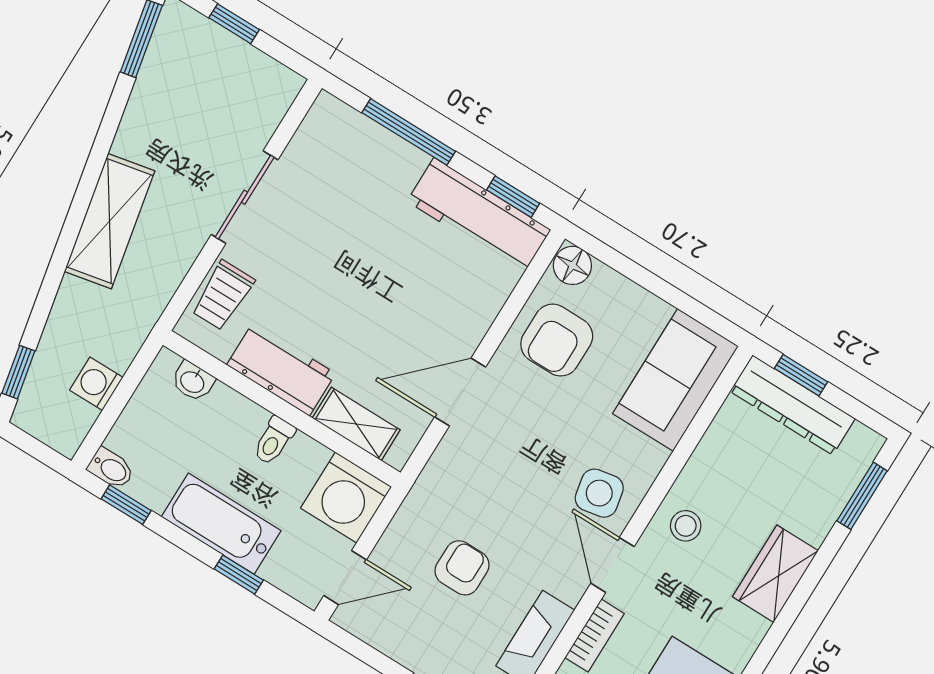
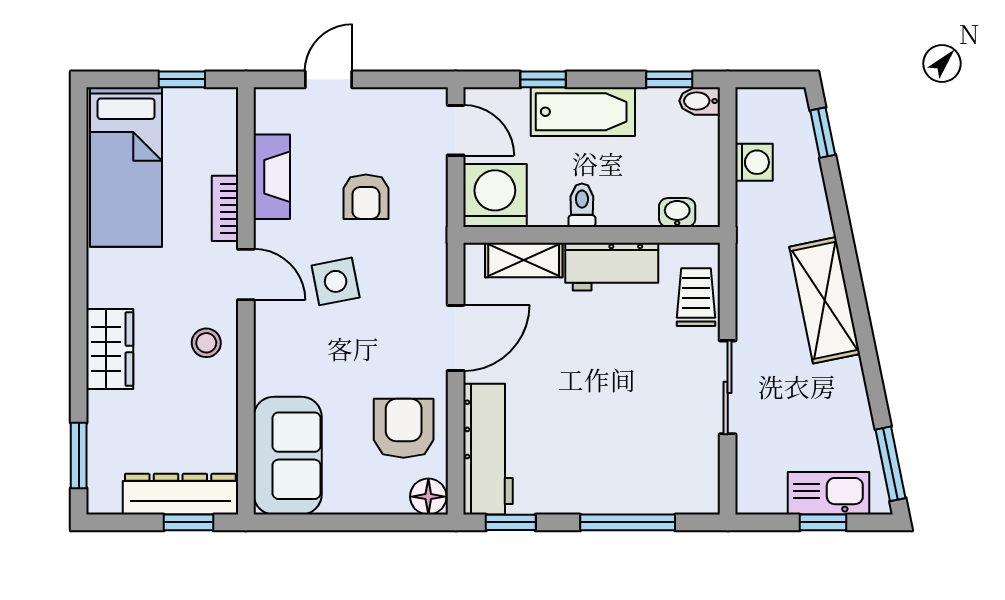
kitchen sink: (213, 47) -> (829, 493), added
workbench: (479, 216) -> (488, 449), moved, turned 90
side table: (599, 493) -> (336, 281), moved
door: (345, 578) -> (456, 130), swing flipped

